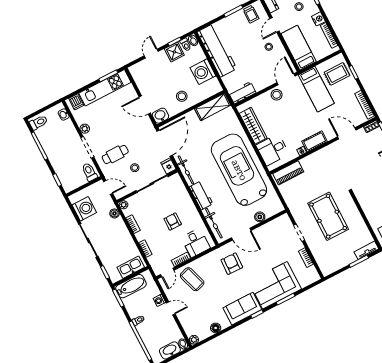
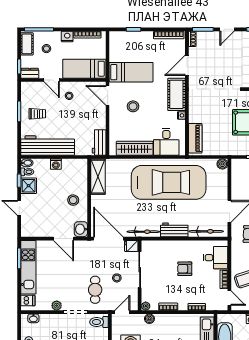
trolley: (251, 14) -> (37, 114), moved
washing machine: (203, 72) -> (56, 164), width x0.53, depth x0.53
rug: (337, 74) -> (127, 46), removed
stool: (277, 95) -> (133, 106), moved
door: (145, 105) -> (63, 239), hinge flipped
cot: (315, 141) -> (176, 94), width x1.37, depth x1.34
car: (239, 170) -> (169, 182), turned 180
boiler: (260, 217) -> (222, 164), moved

